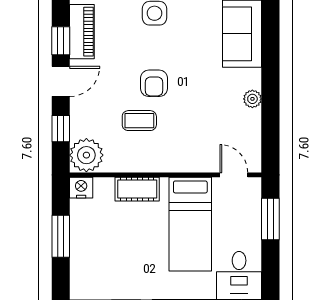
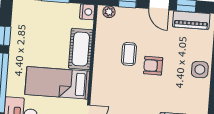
plant: (86, 155) -> (109, 12), width x0.53, depth x0.53
cot: (137, 189) -> (81, 49), width x1.37, depth x1.34

